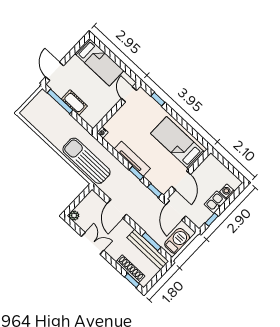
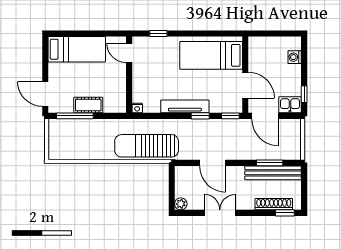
kitchen sink: (215, 202) -> (290, 105), moved, turned 90
barbecue: (177, 241) -> (292, 141), removed

